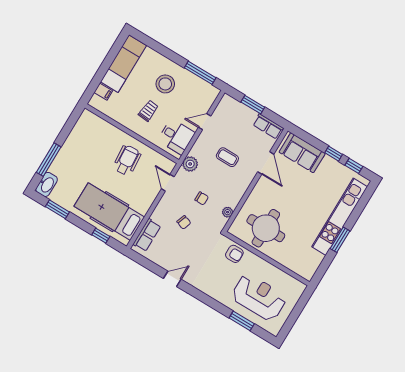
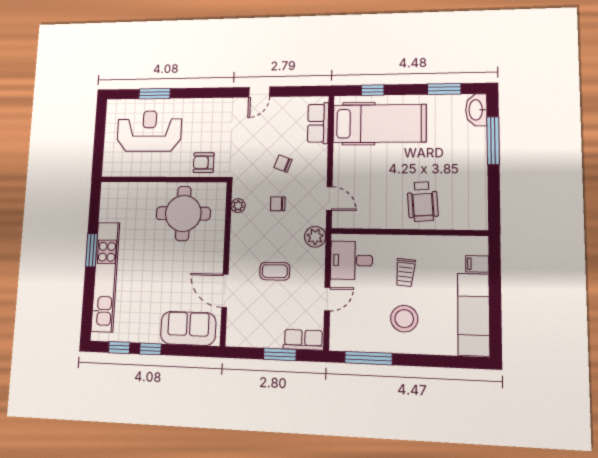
row of seats: (268, 126) -> (303, 340), moved
wheelchair: (127, 160) -> (423, 201), moved
reception desk: (259, 297) -> (149, 131), turned 180

